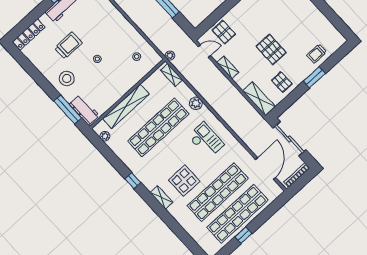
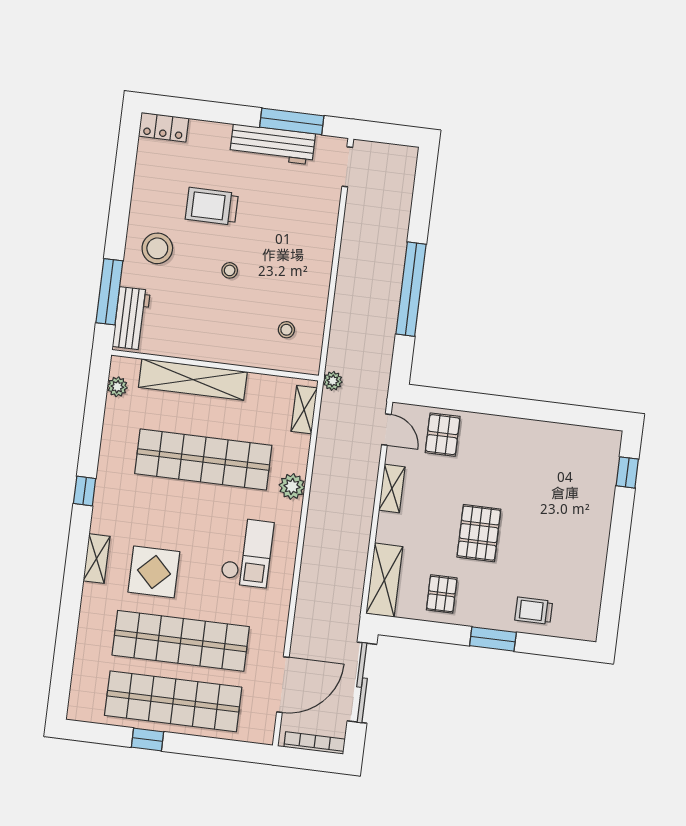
locker: (29, 34) -> (164, 127), width x0.66
trolley: (68, 45) -> (212, 206), turned 180

